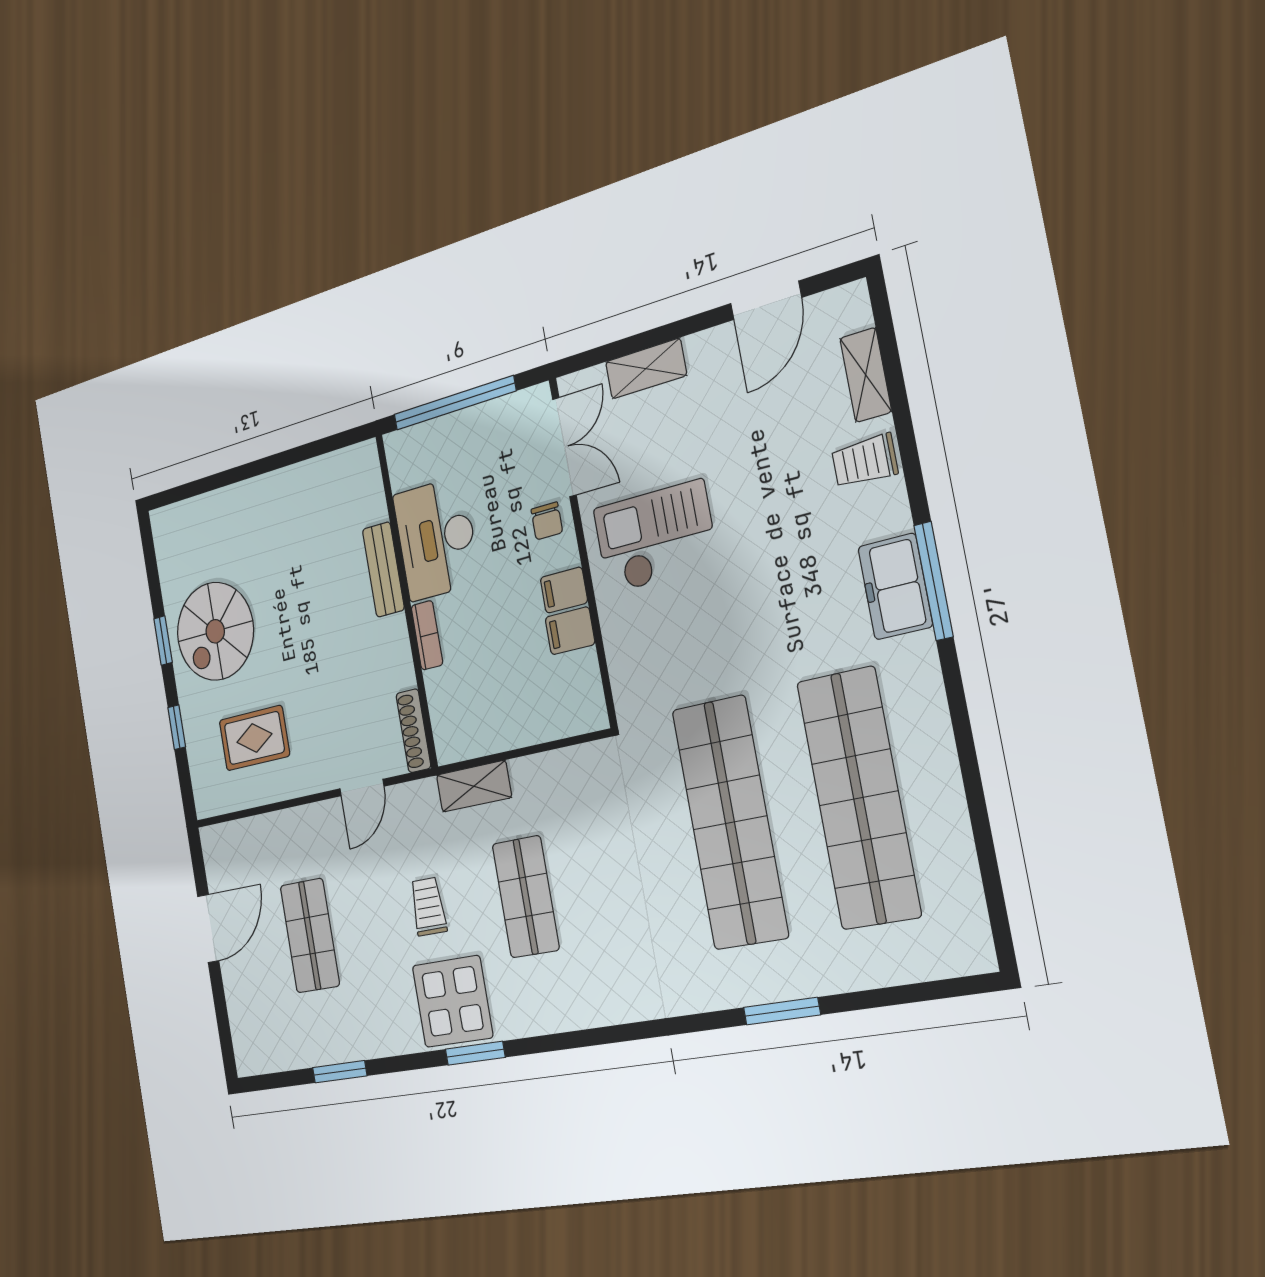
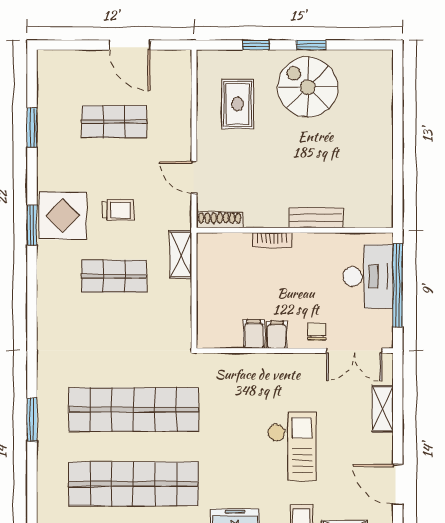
chair: (547, 521) -> (317, 331), turned 90
checkout: (655, 537) -> (292, 446), moved
desk: (436, 539) -> (368, 276), moved, turned 90

